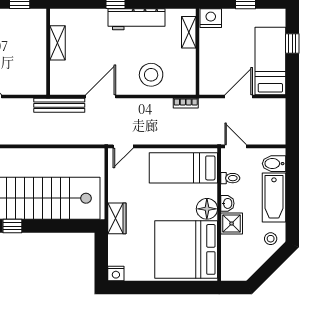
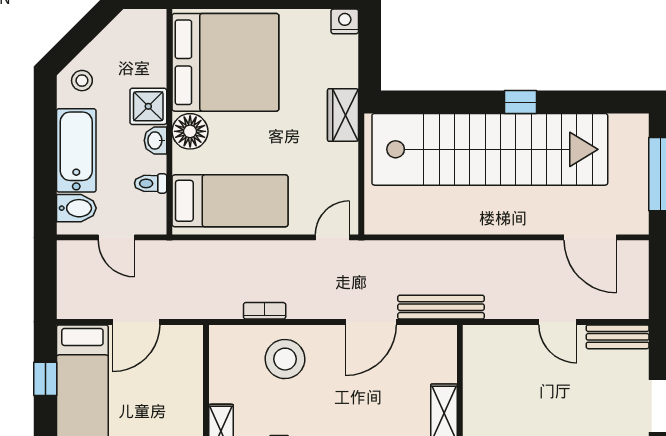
window: (292, 44) -> (45, 379), moved
bookcase: (186, 103) -> (265, 311), moved
door: (236, 146) -> (116, 237), moved

